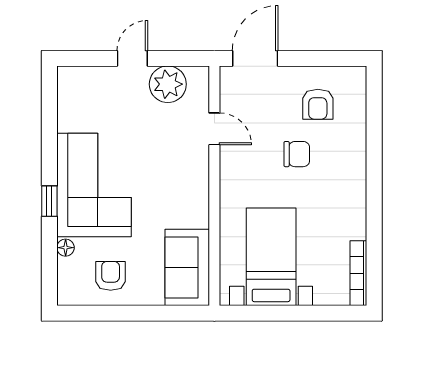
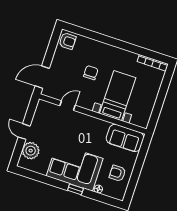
door: (255, 58) -> (42, 77), hinge flipped
plant: (168, 84) -> (31, 151), moved
armchair: (318, 104) -> (67, 41), moved
bed with nightstands: (271, 257) -> (118, 96), moved, turned 90

